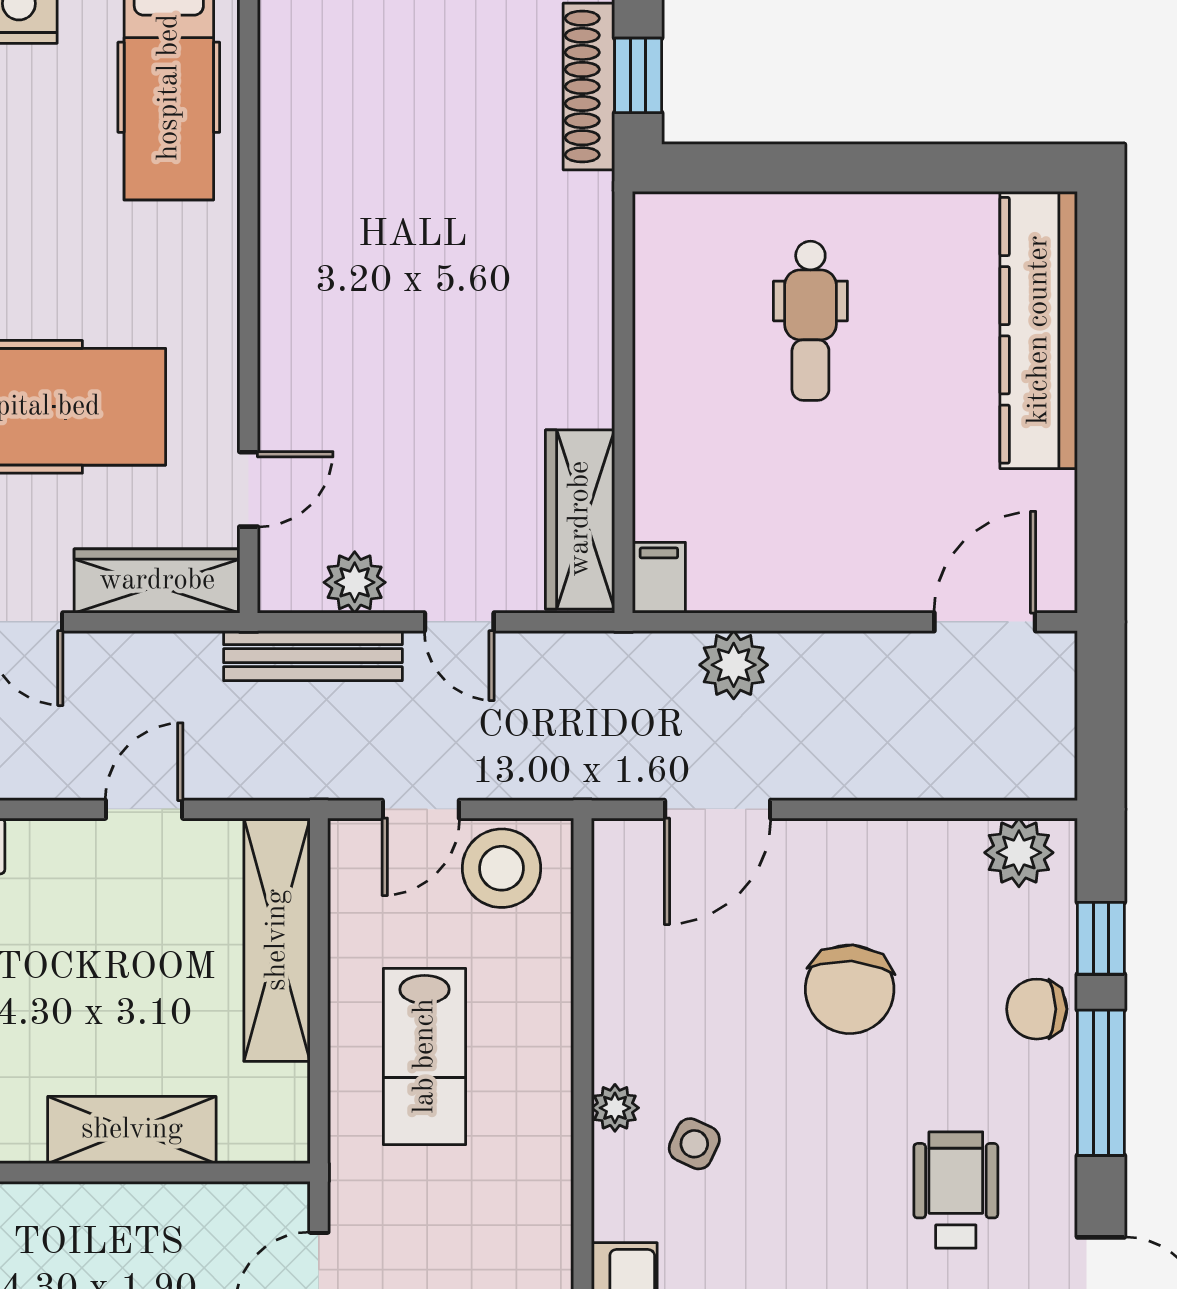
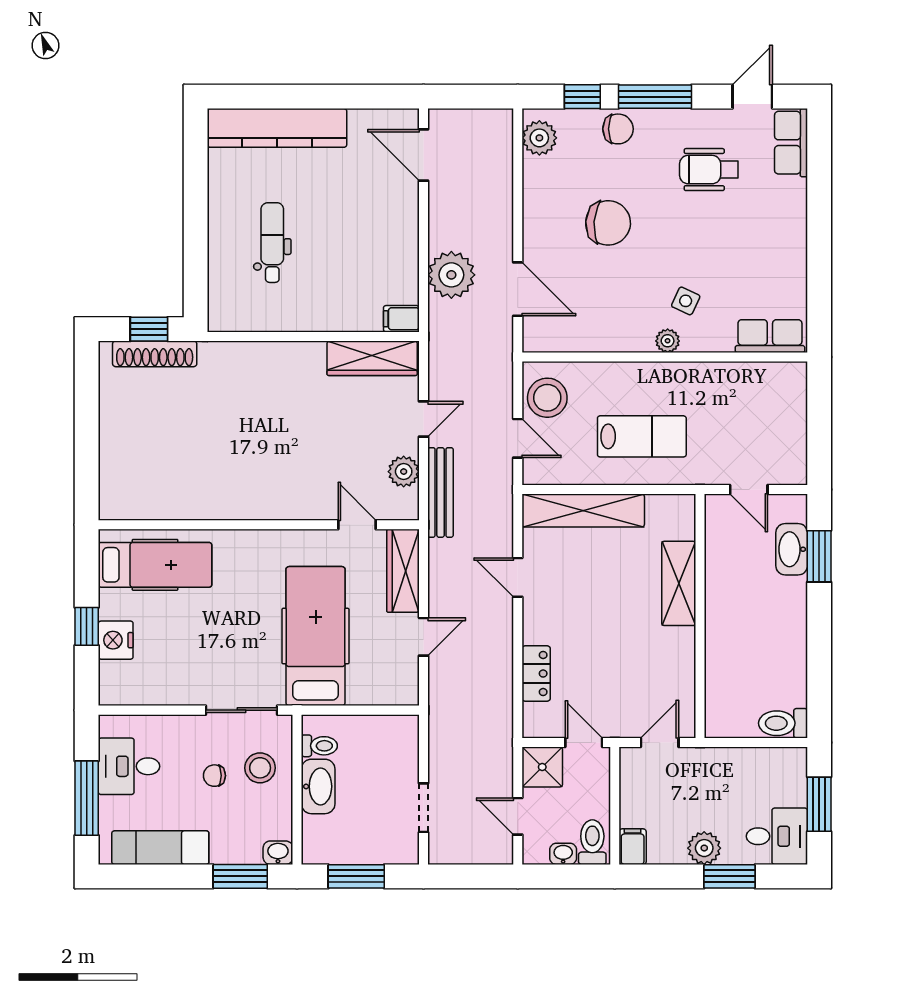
dental chair: (810, 321) -> (272, 243), turned -90
plant: (734, 665) -> (451, 275), width x1.36, depth x1.36
chair: (1037, 1009) -> (618, 129), turned -90

